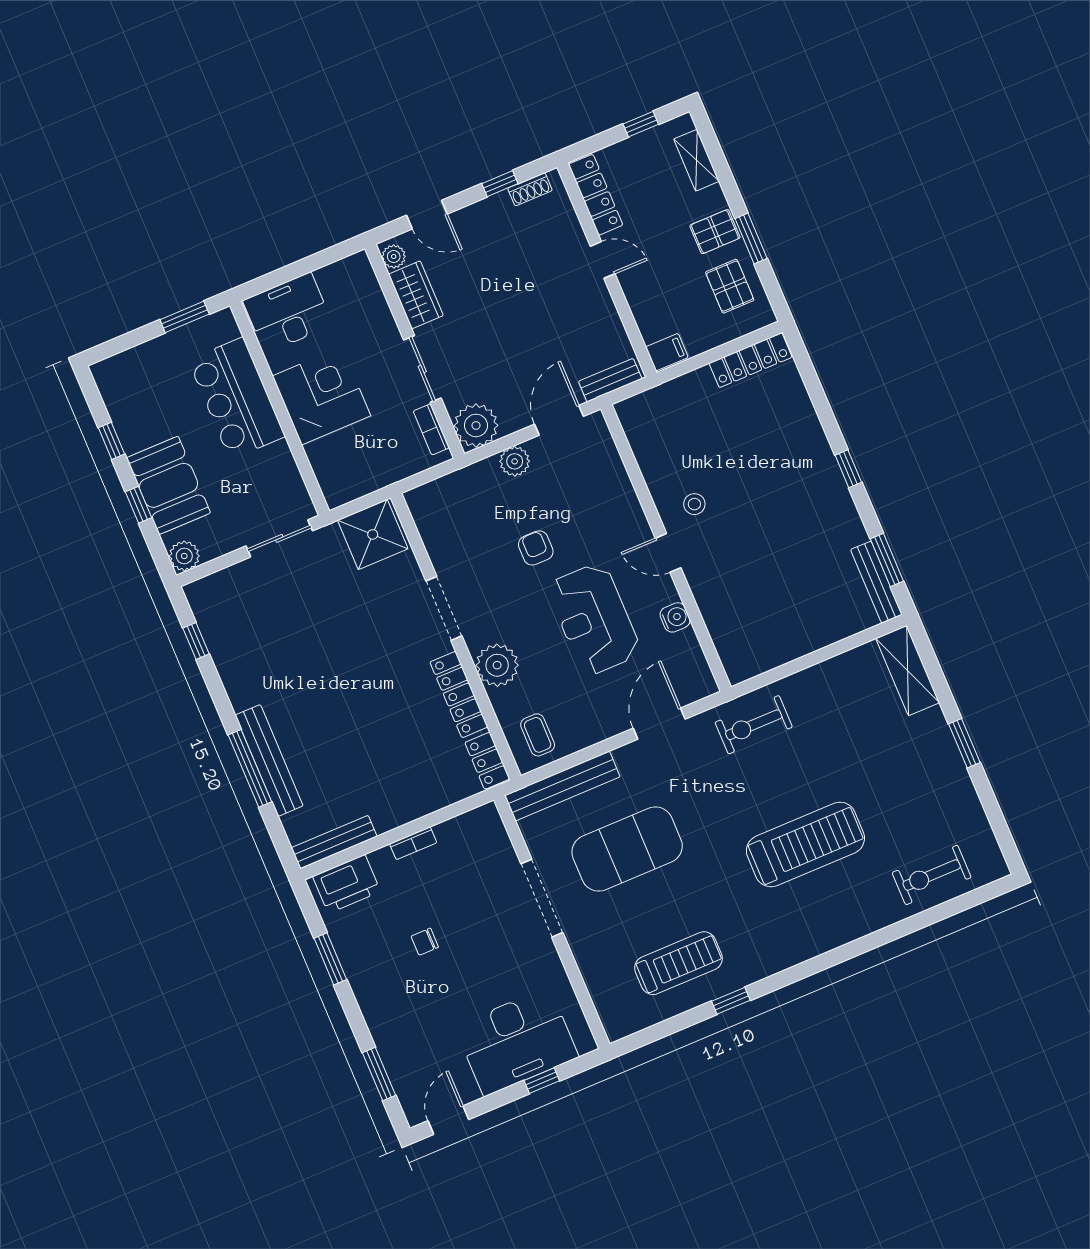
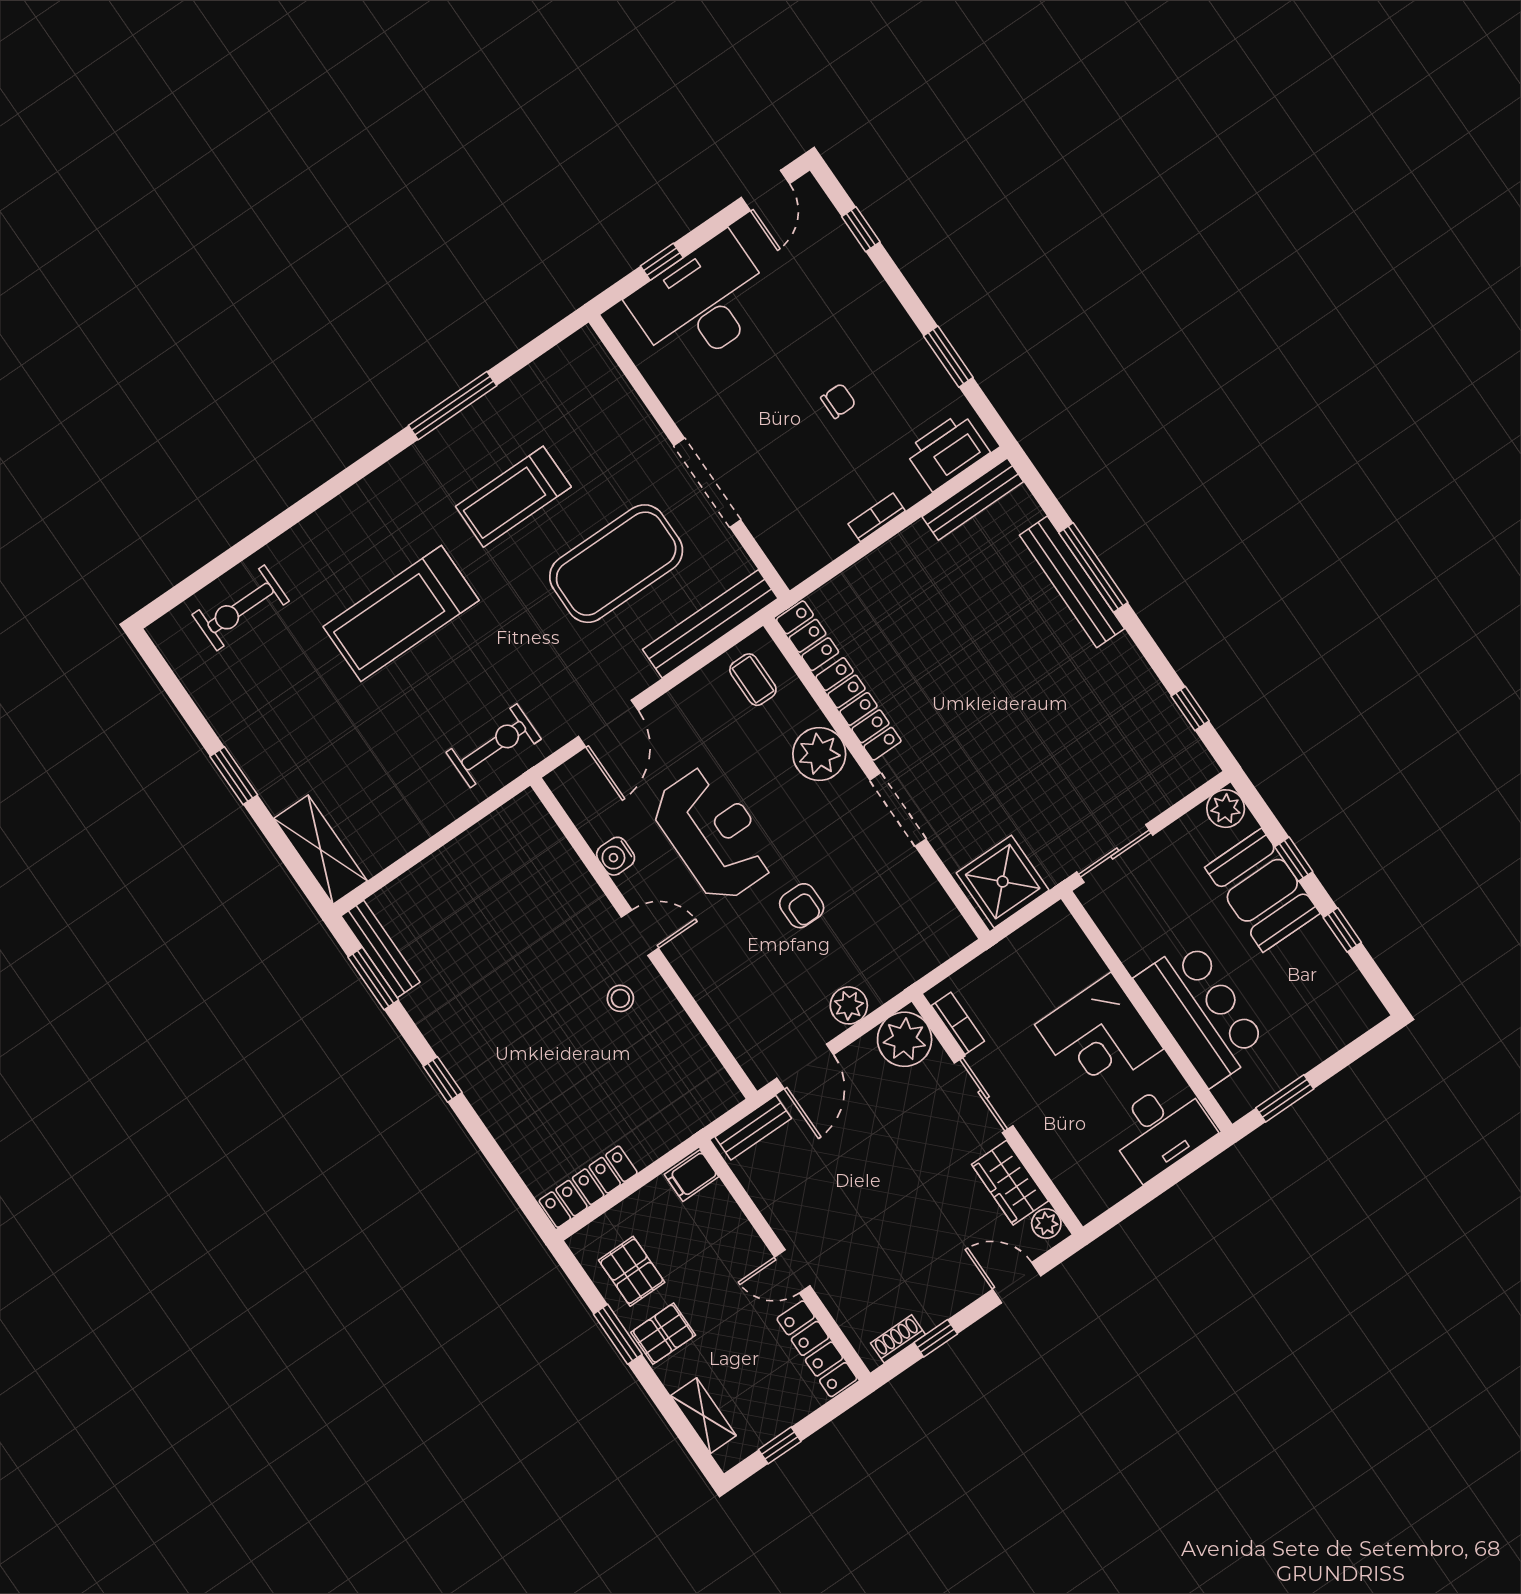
exercise bike: (932, 875) -> (241, 608), turned 180
treadmill: (678, 963) -> (513, 497), moved
window: (731, 1001) -> (453, 406), width x2.17
window: (379, 1074) -> (861, 229), width x0.67

